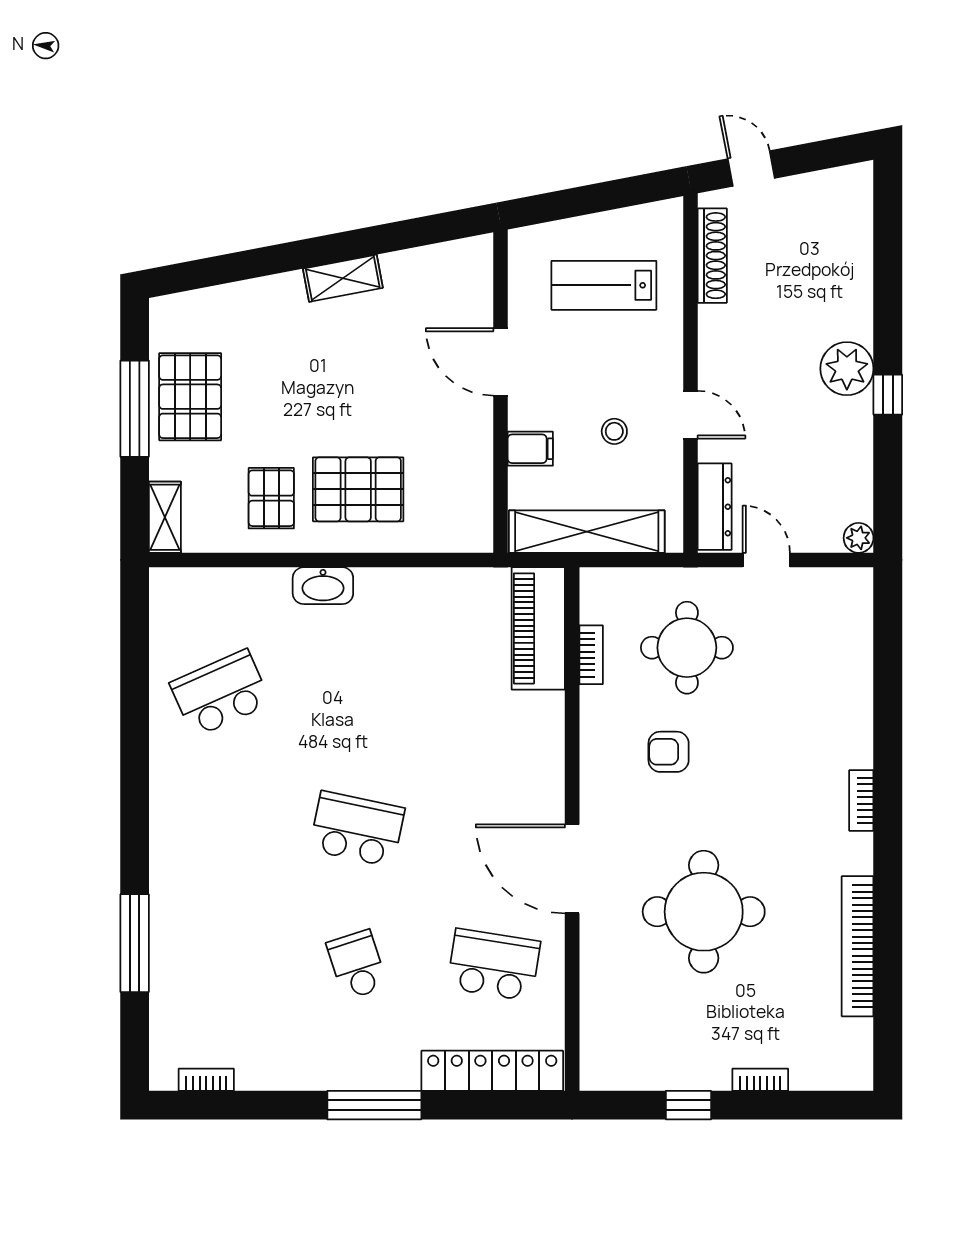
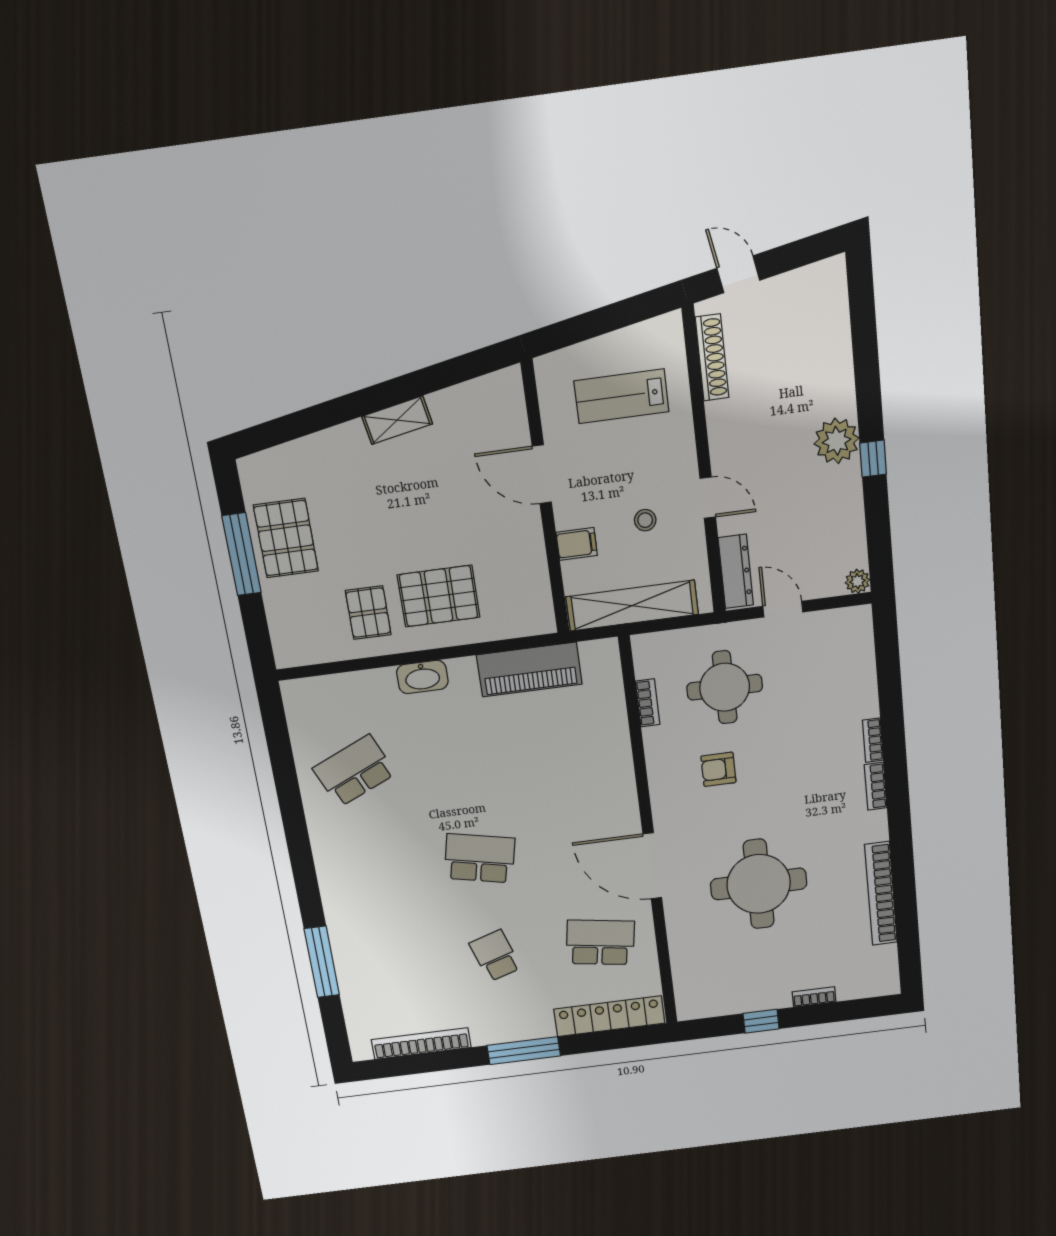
shelving: (165, 517) -> (284, 639), removed
piano: (538, 628) -> (529, 670), moved, turned -90
bookcase: (862, 740) -> (873, 740), added
bookcase: (206, 1080) -> (421, 1043), width x2.31, depth x1.31

